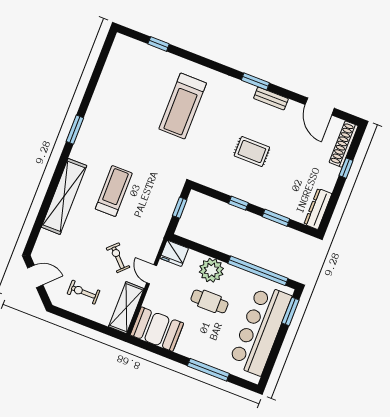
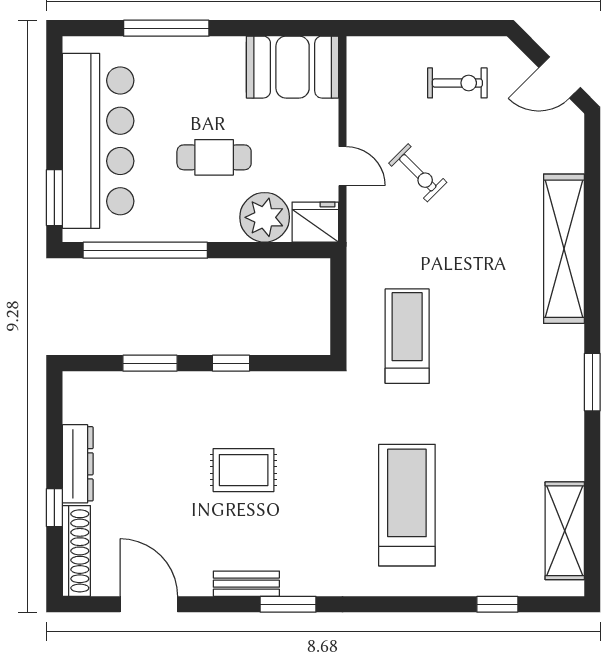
treadmill: (114, 191) -> (407, 336), moved, turned 180
window: (180, 208) -> (338, 312), removed
dresser: (318, 209) -> (78, 464), moved
plant: (211, 270) -> (265, 217), moved
shelving: (126, 308) -> (565, 531), moved

